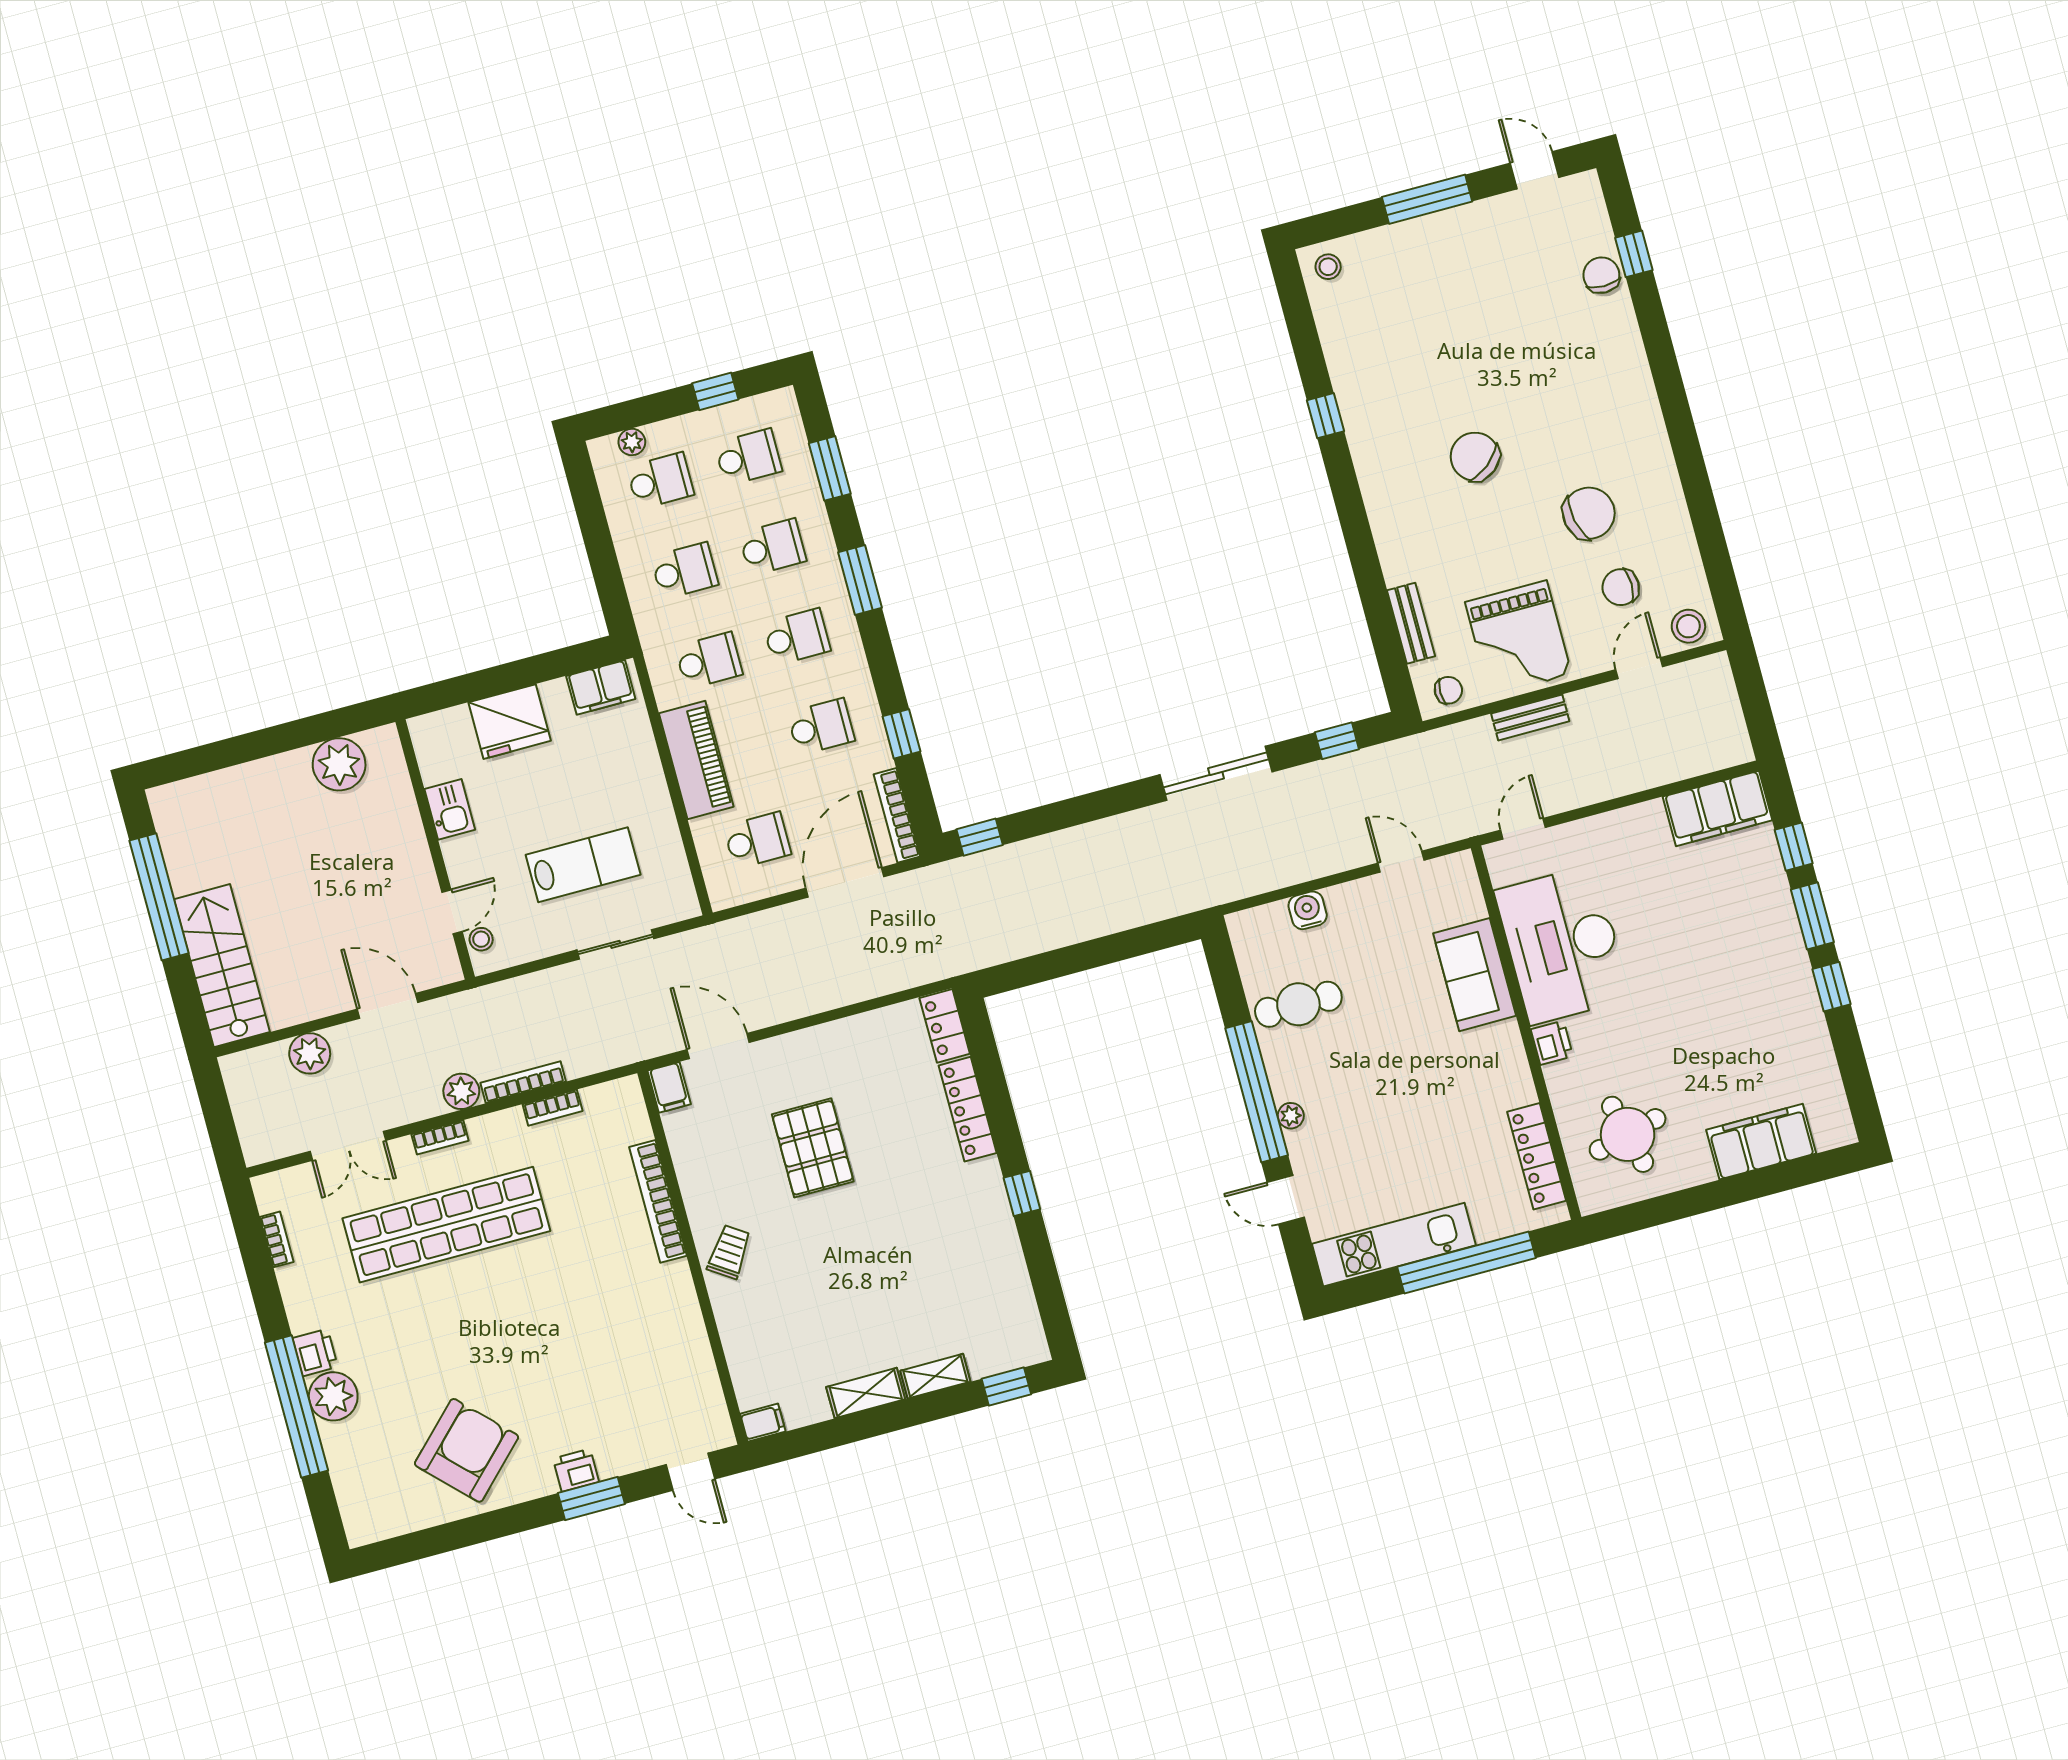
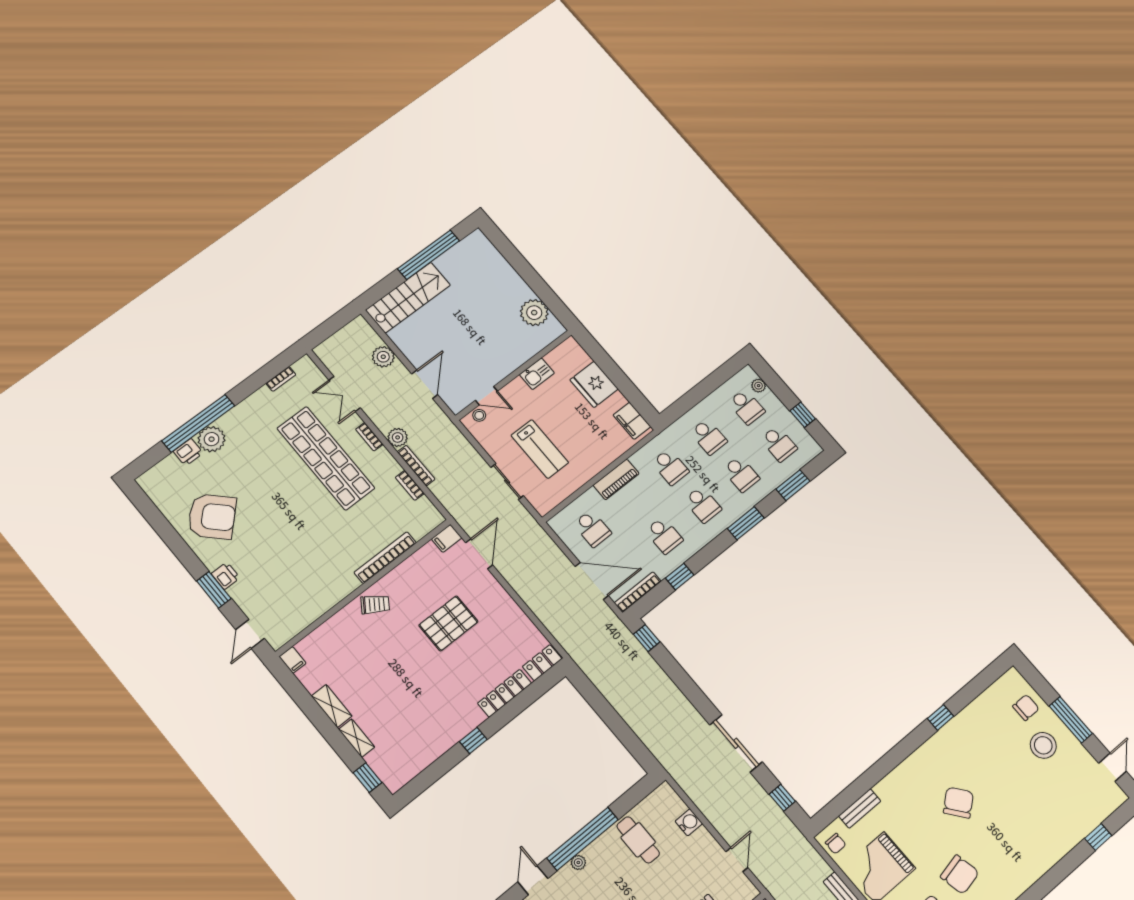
stool: (1328, 267) -> (1043, 745), moved, width x1.89, depth x1.89
chair: (1601, 275) -> (1026, 707), moved
piano: (696, 760) -> (616, 479), width x0.73, depth x0.75
printer: (315, 1352) -> (188, 452), moved

